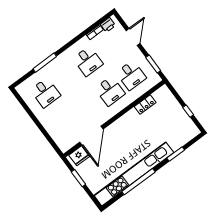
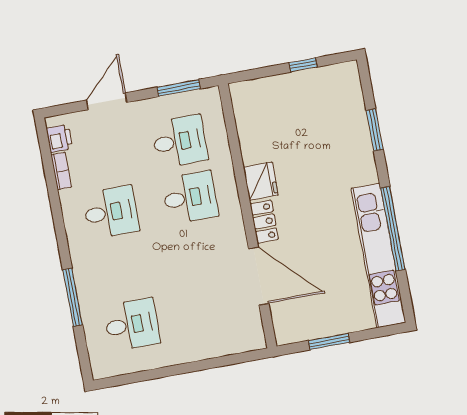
door: (133, 37) -> (107, 101), hinge flipped
locker: (145, 105) -> (264, 222), moved
fridge: (79, 156) -> (261, 181), moved
kitchen unit: (134, 174) -> (378, 255), width x0.73

